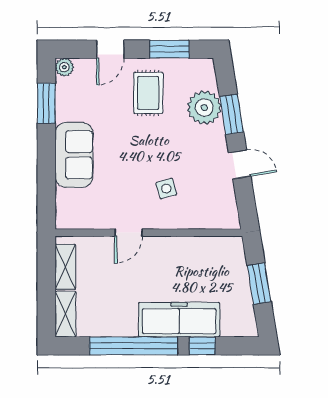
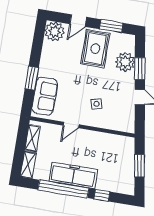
plant: (64, 67) -> (54, 32), width x1.88, depth x1.88
rug: (148, 93) -> (95, 49), width x1.36, depth x1.43
window: (46, 103) -> (32, 78), moved
sofa: (74, 155) -> (45, 96), moved
freezer: (179, 320) -> (73, 175), moved

